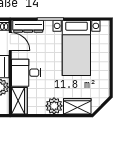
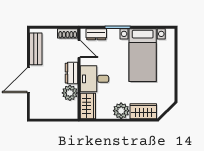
dresser: (28, 26) -> (96, 34), width x0.70

